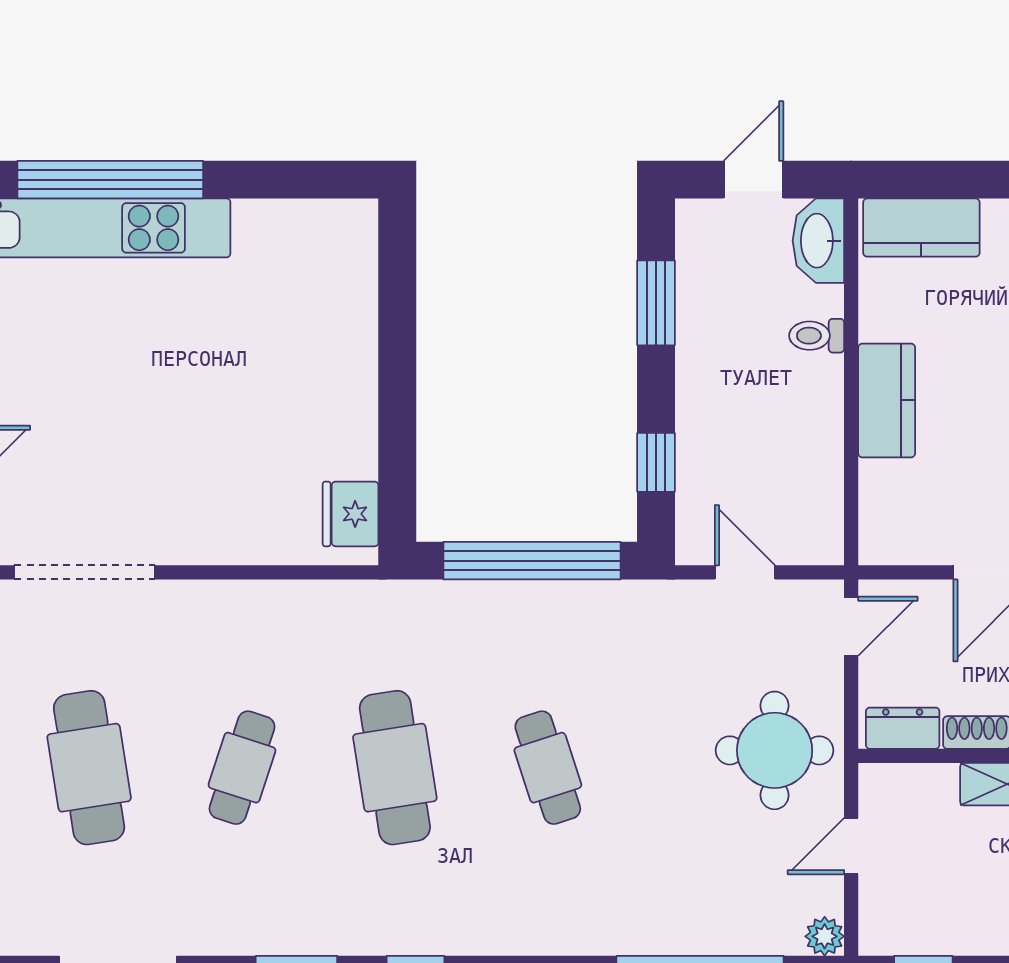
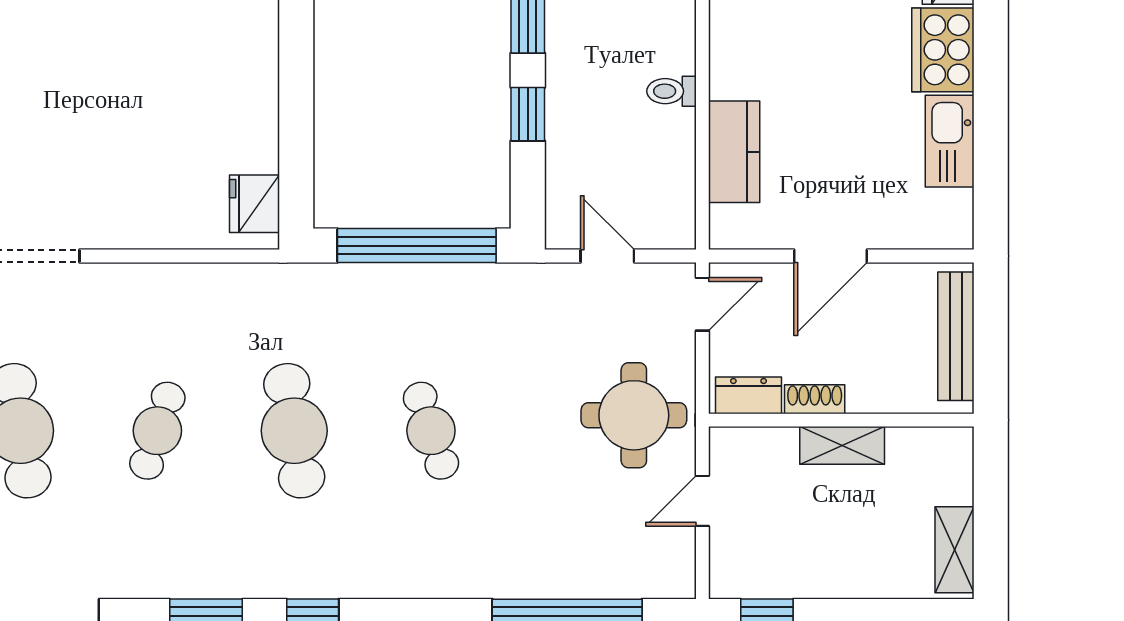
toilet: (817, 336) -> (672, 91), moved
kitchen counter: (887, 400) -> (734, 152), moved
window: (656, 462) -> (528, 114), moved
plant: (825, 936) -> (679, 582), removed

